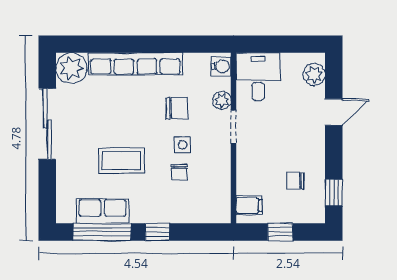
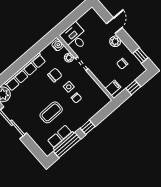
plant: (314, 75) -> (115, 41), moved

